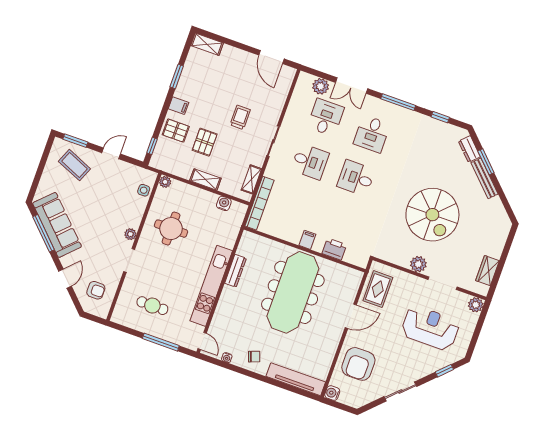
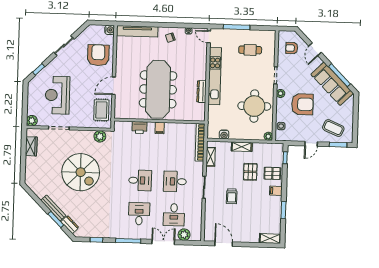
armchair: (106, 210) -> (302, 104), added
spiral stairs: (432, 215) -> (81, 172), turned 180
round table: (171, 229) -> (254, 106), width x1.36, depth x1.36
plant: (418, 264) -> (100, 136), moved
reception desk: (430, 328) -> (57, 95), turned 90

